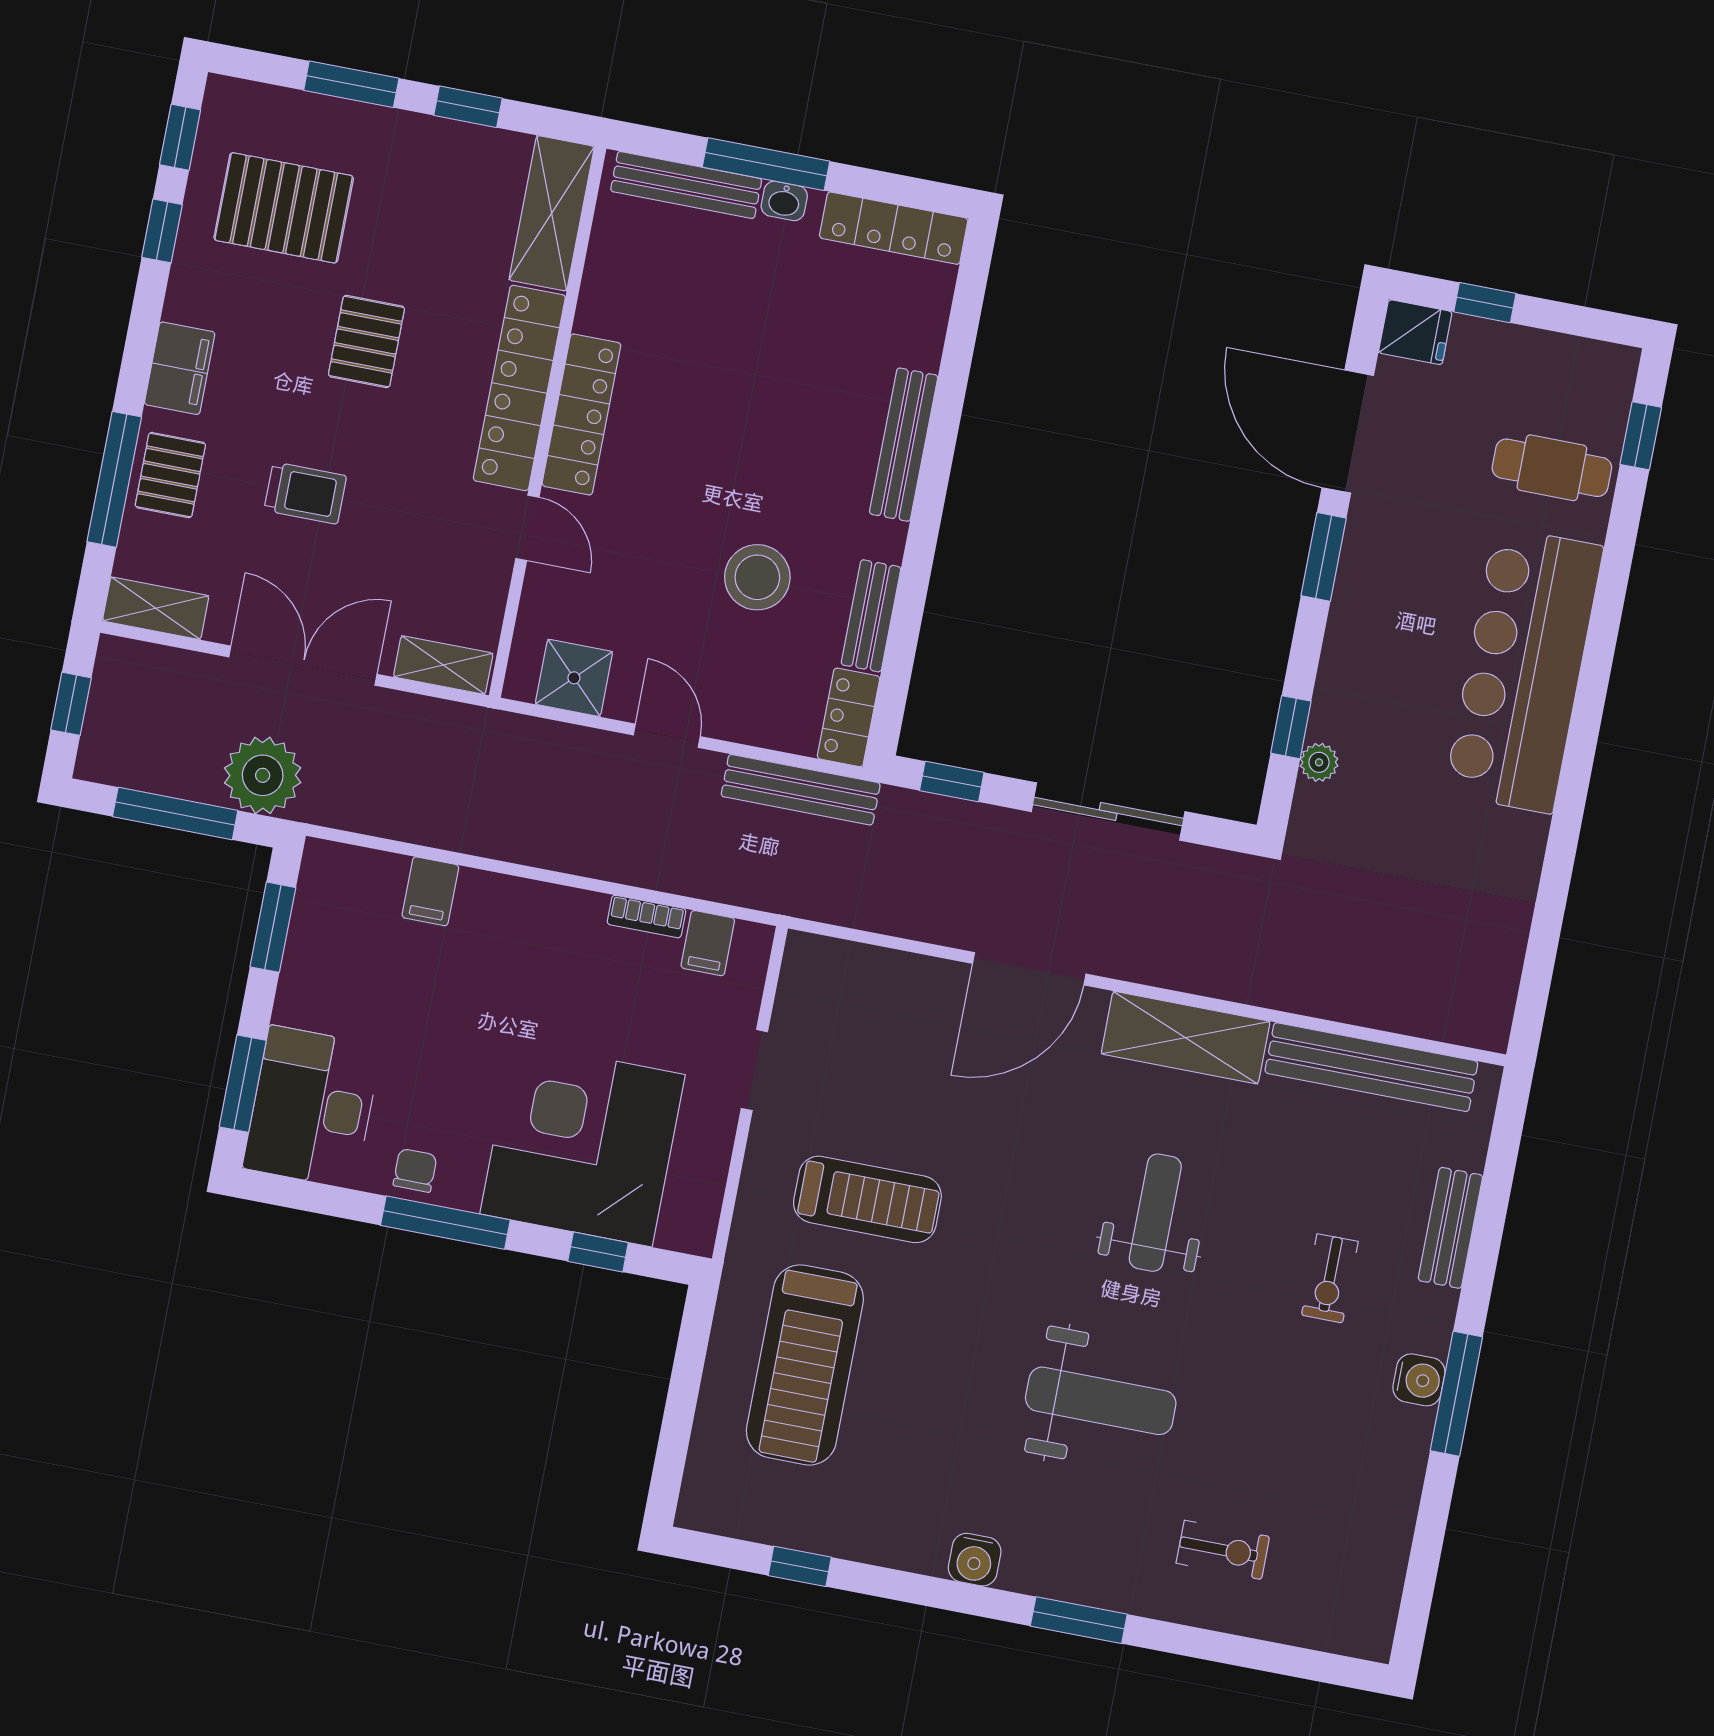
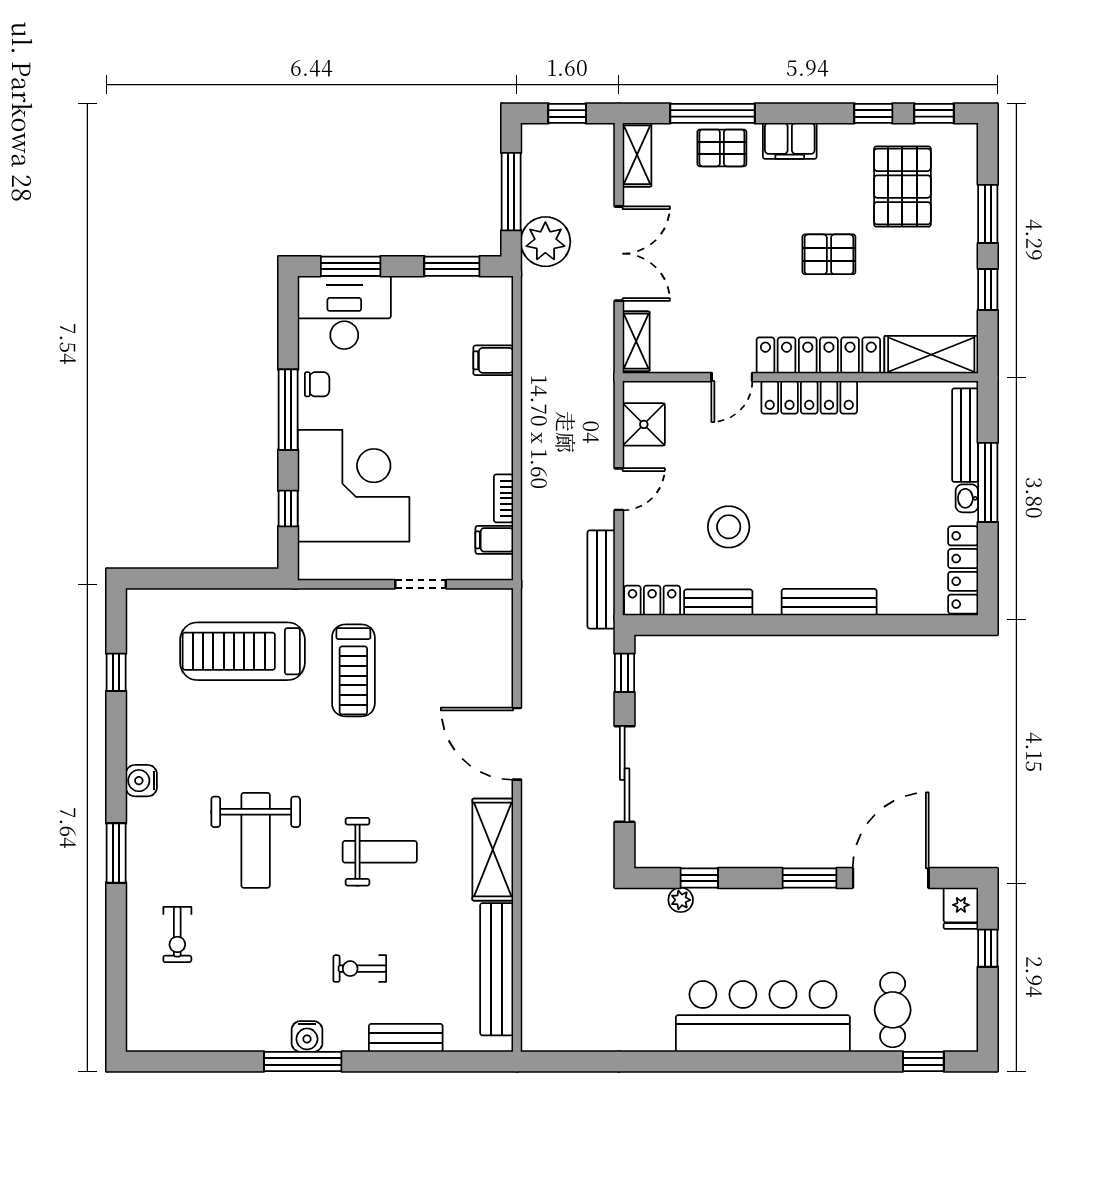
trolley: (305, 493) -> (727, 234), removed

